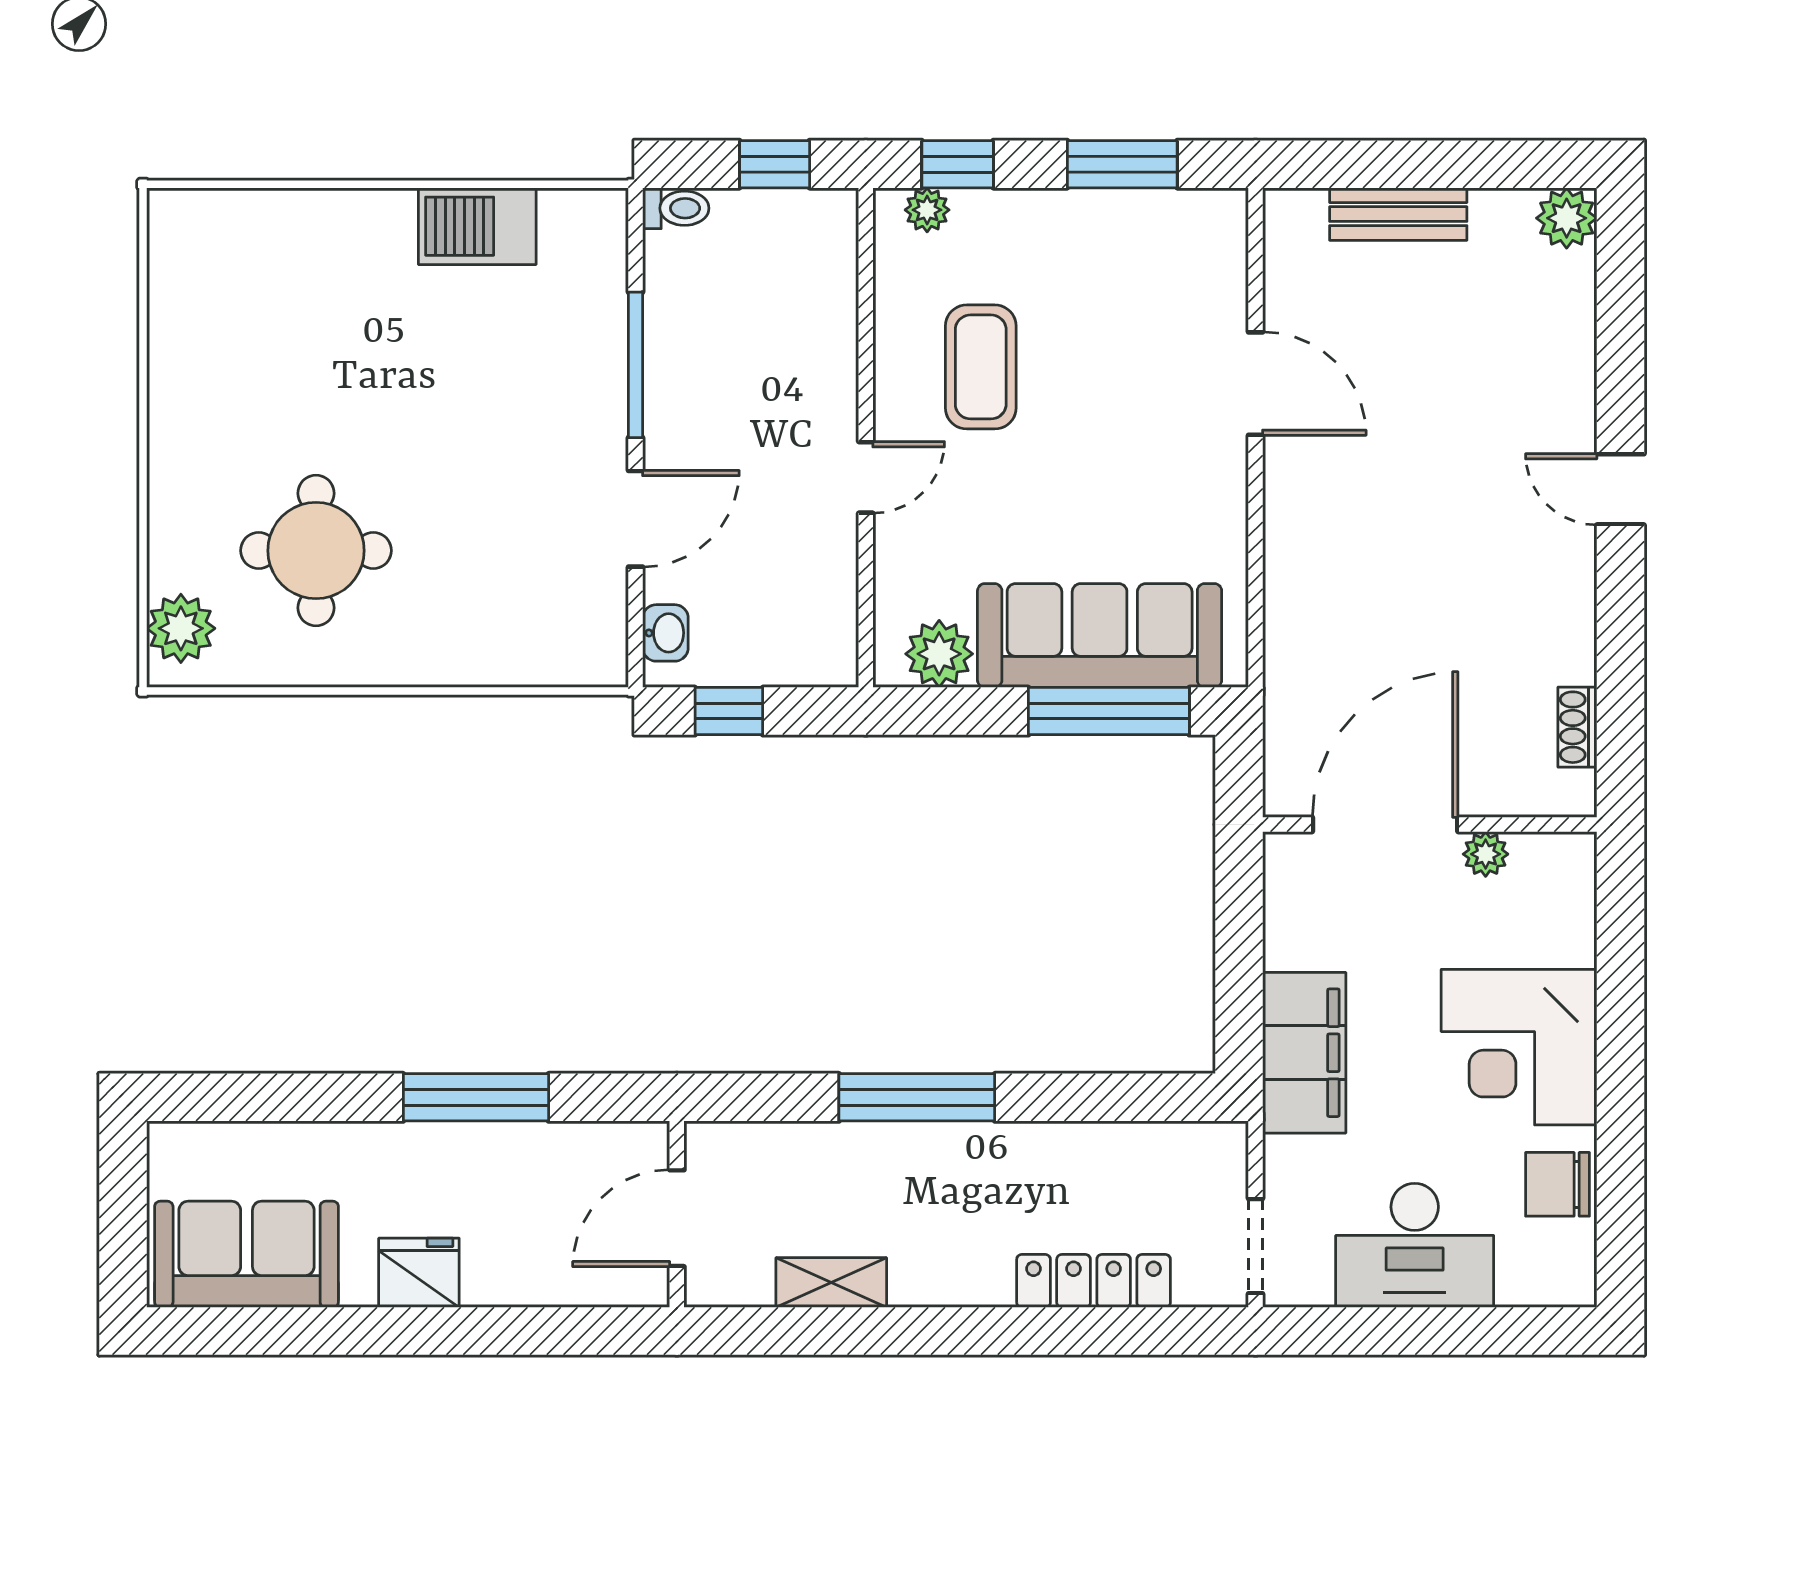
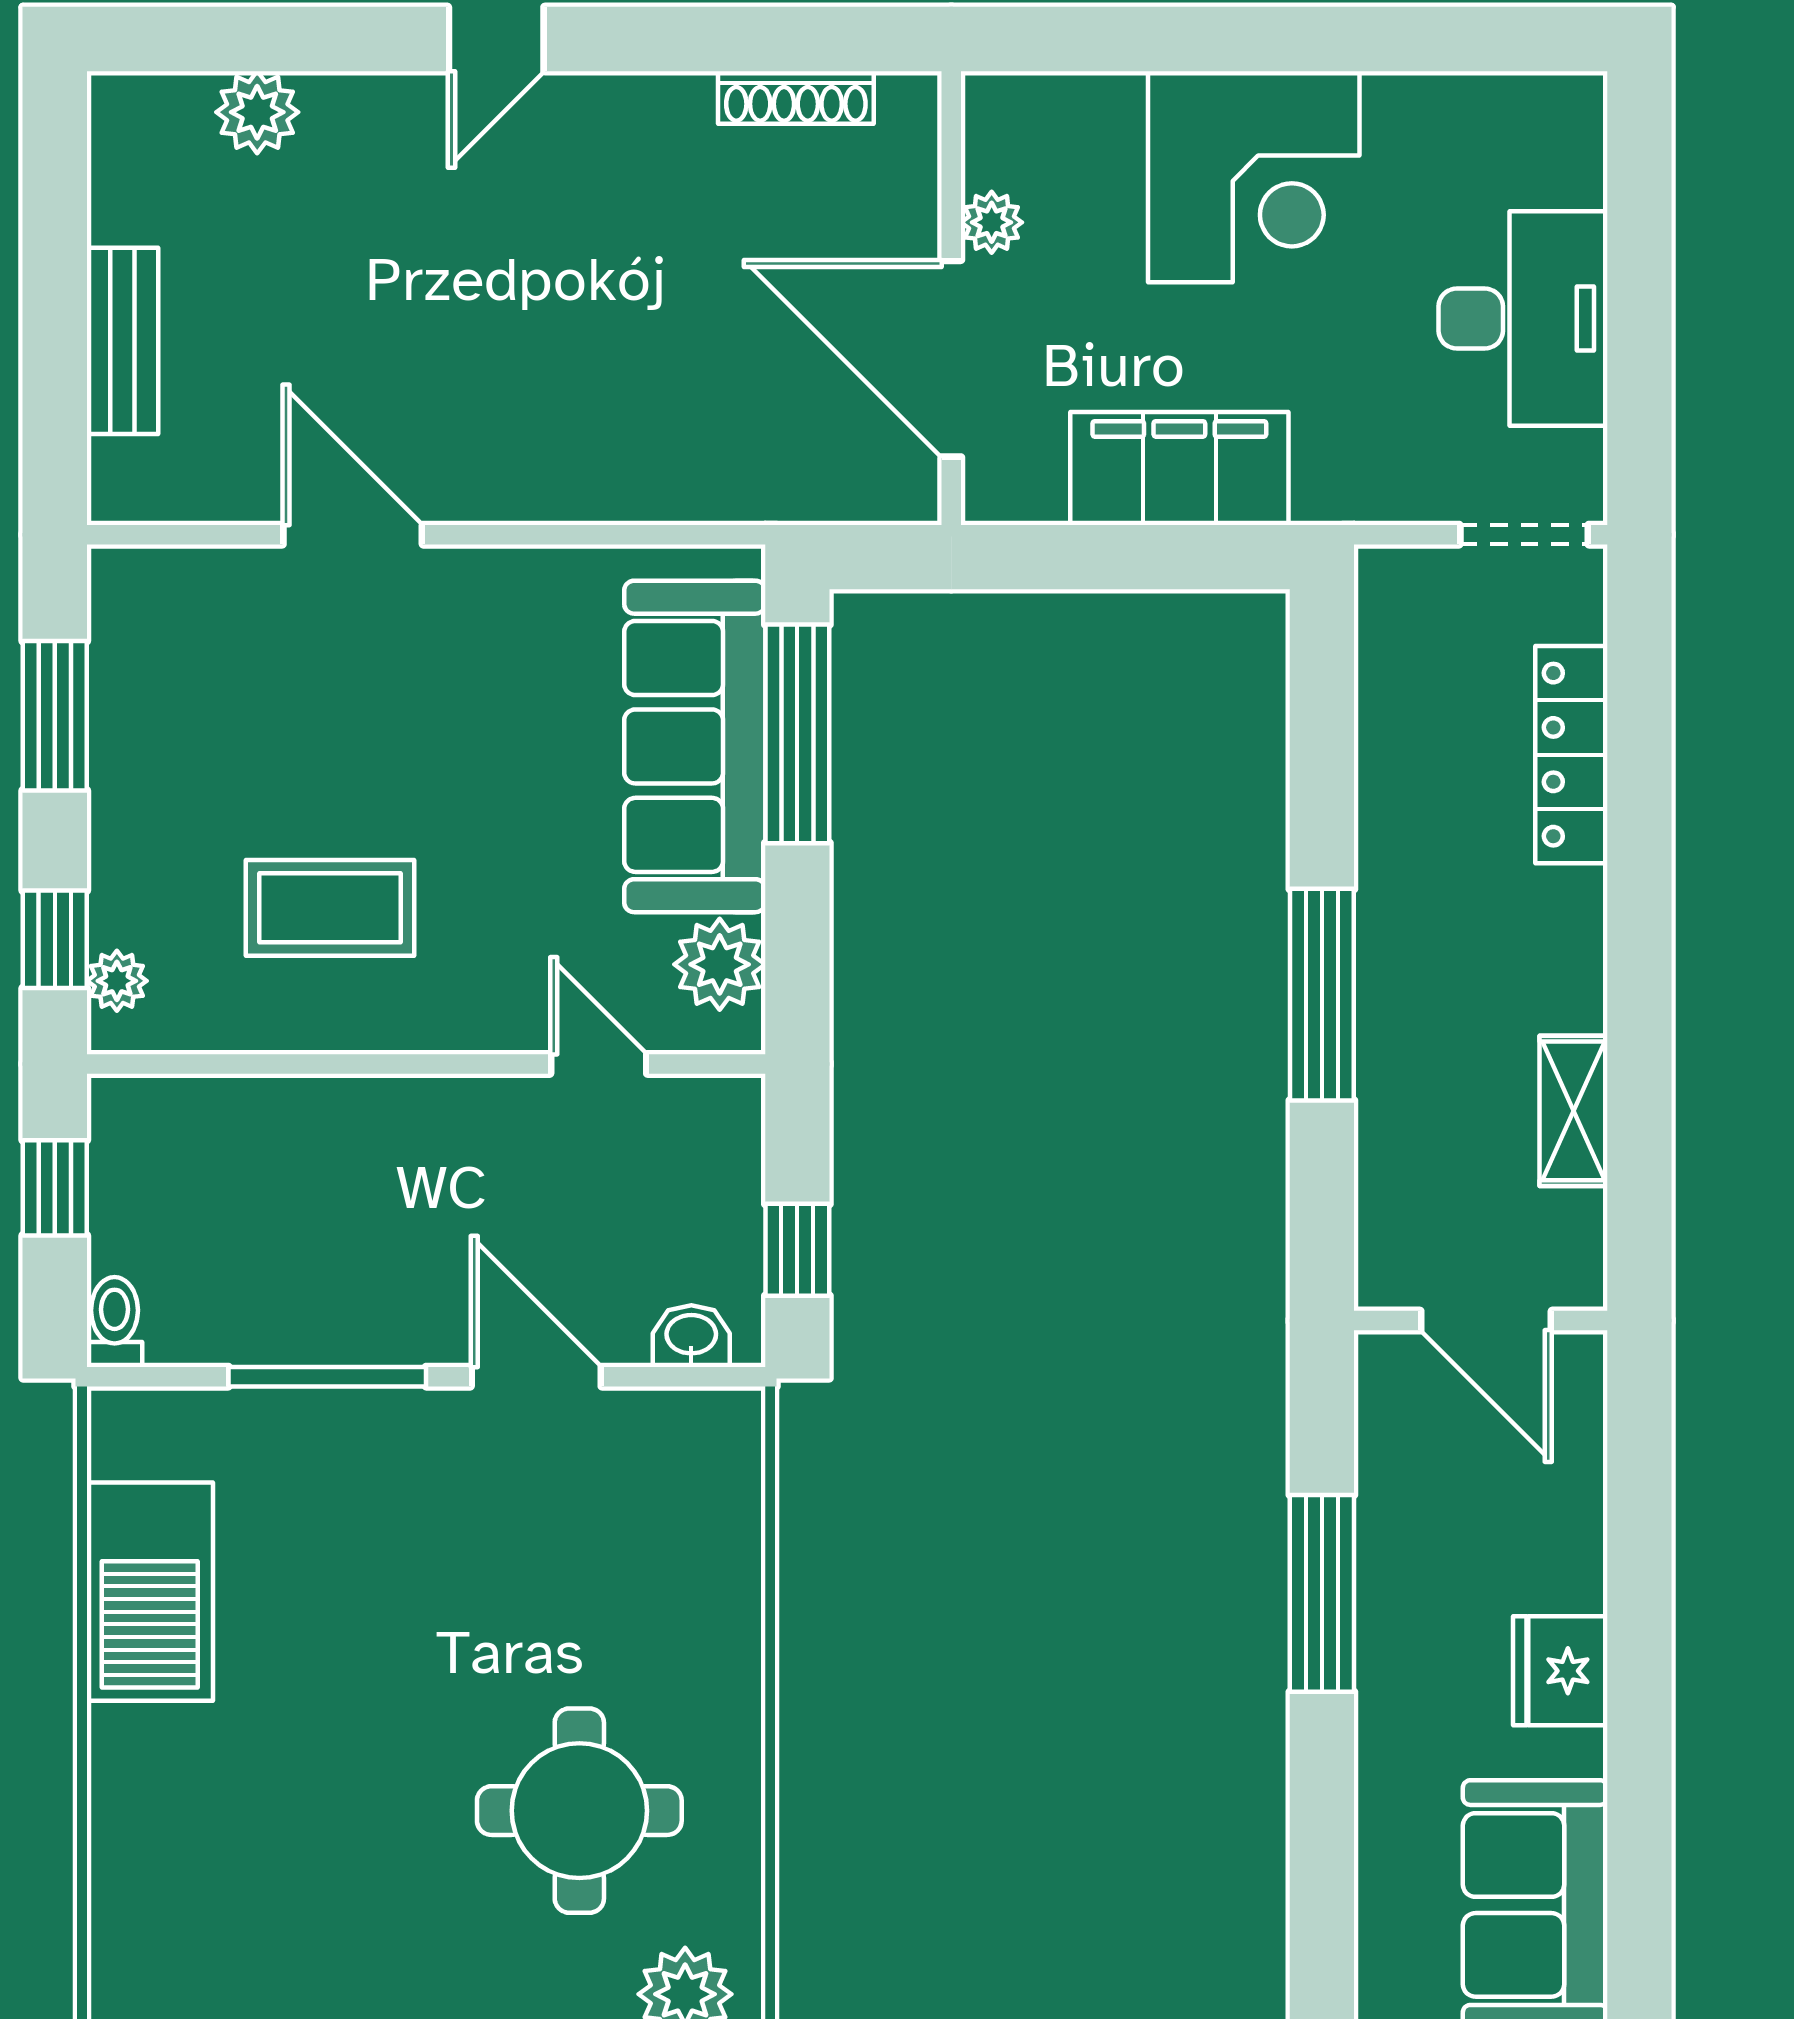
plant: (1567, 218) -> (257, 112), moved
barbecue: (477, 226) -> (150, 1592), width x1.37, depth x1.21
door: (1256, 384) -> (353, 535), hinge flipped
door: (866, 477) -> (599, 1064), moved
shoe rack: (1577, 727) -> (796, 98), width x1.43
filing cabinet: (1304, 1053) -> (1179, 469), moved
chair: (1557, 1184) -> (1440, 125), removed

